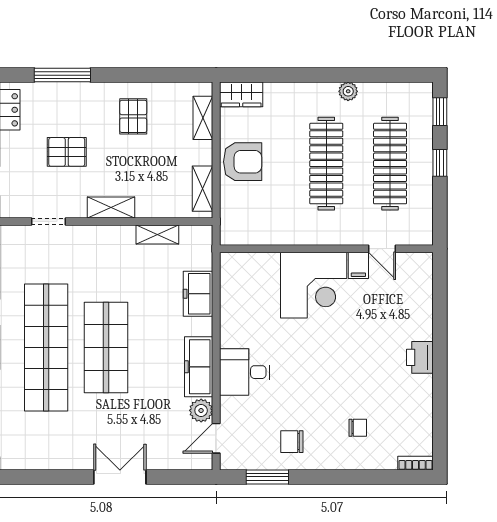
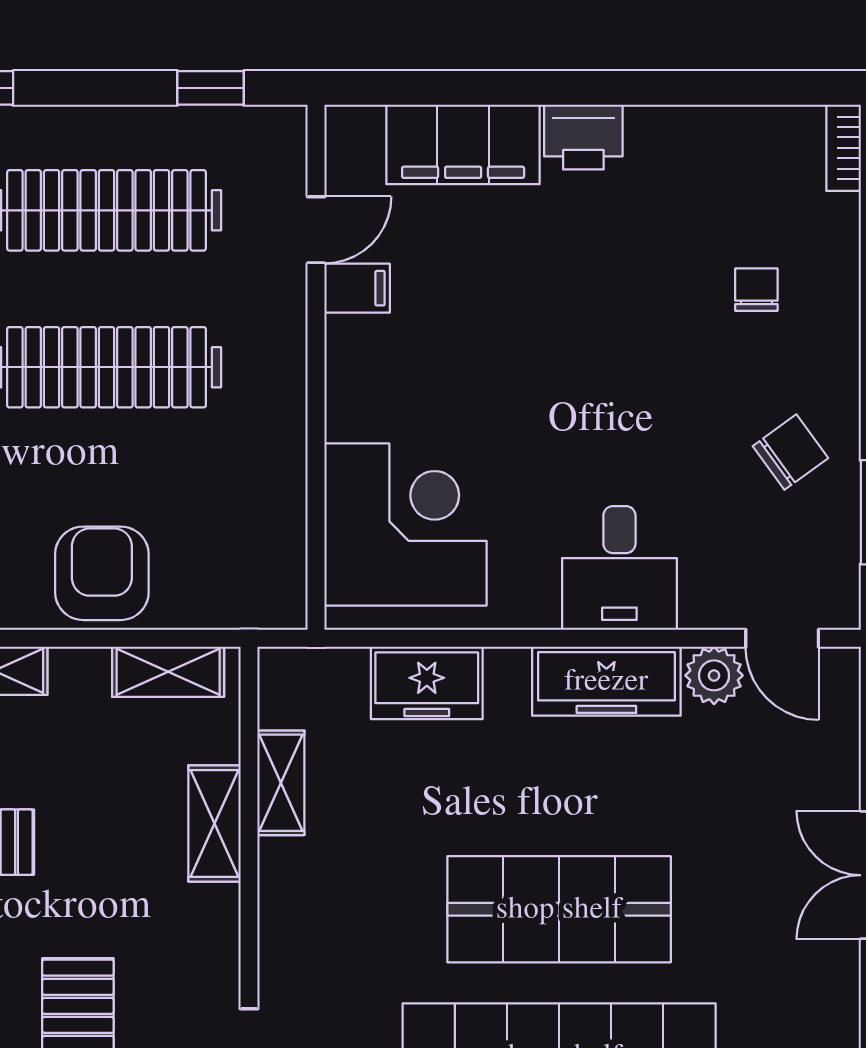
window: (440, 163) -> (211, 88), moved
shelving: (111, 207) -> (214, 823), moved
corner desk: (314, 285) -> (406, 525), moved
filing cabinet: (417, 308) -> (463, 144), added
chair: (292, 442) -> (790, 452), turned -126

